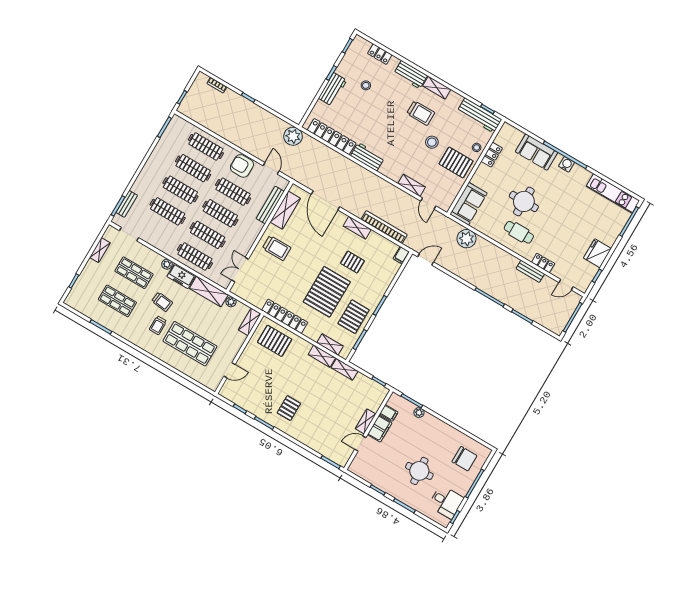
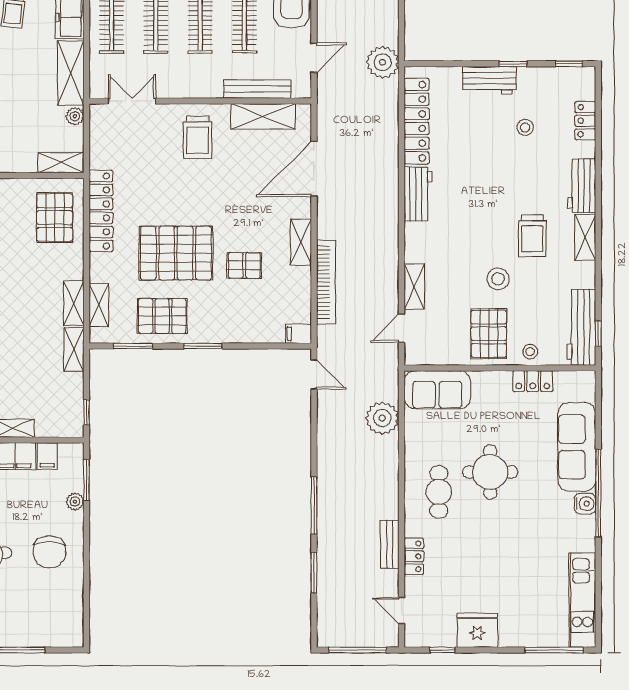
sofa: (536, 152) -> (577, 447), width x1.36
pallet: (352, 262) -> (244, 265), turned 90
chair: (464, 459) -> (49, 552), moved

